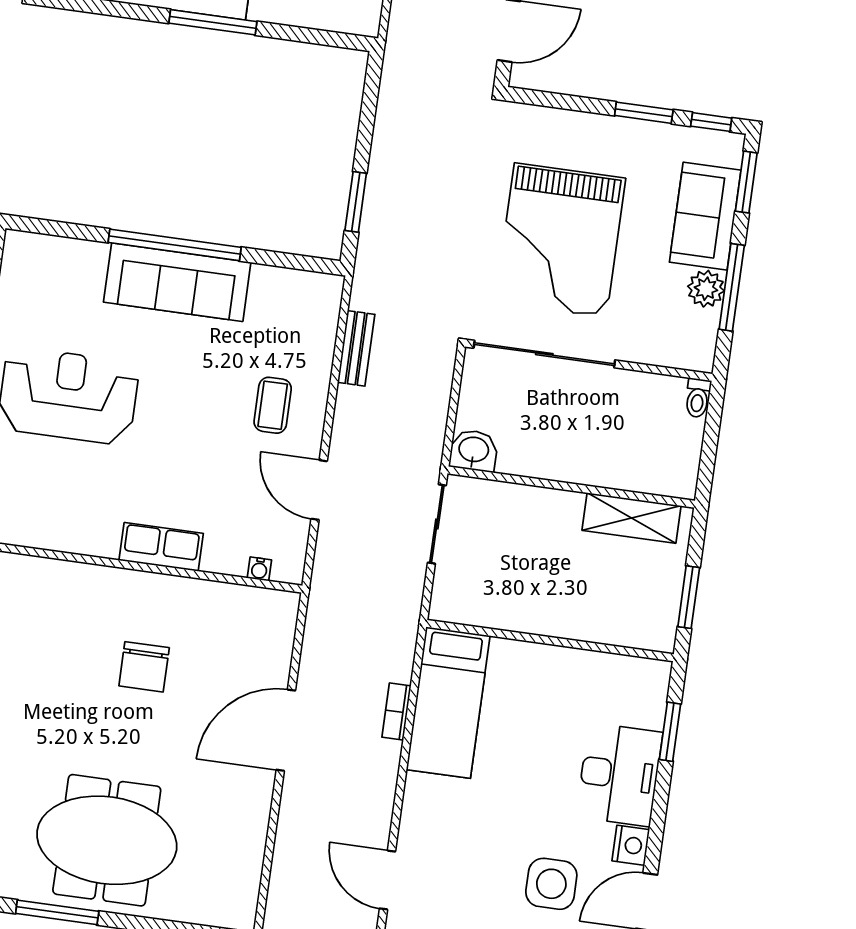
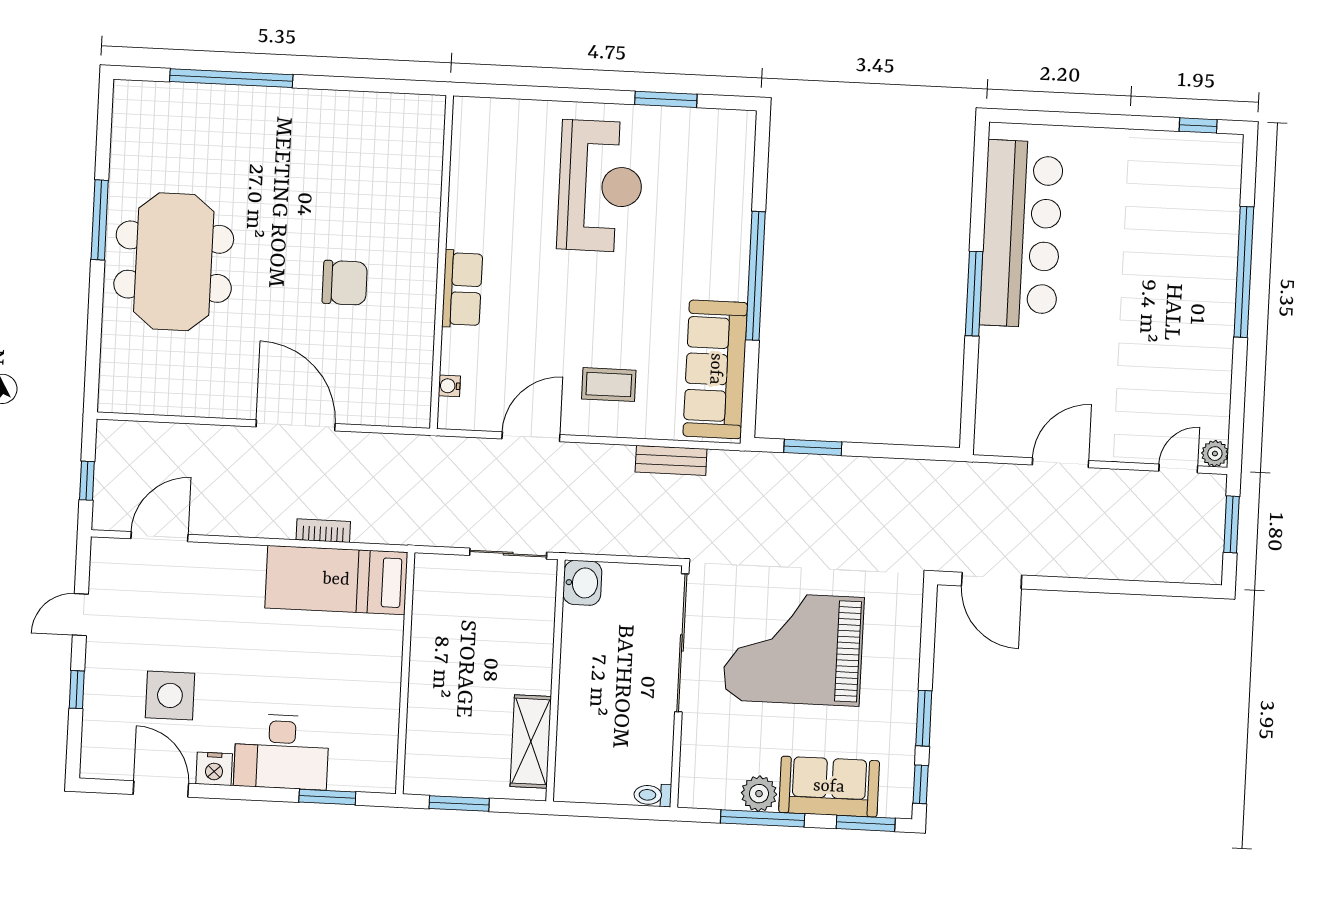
sofa: (177, 282) -> (715, 369), moved
chair: (144, 667) -> (345, 283), turned 180

